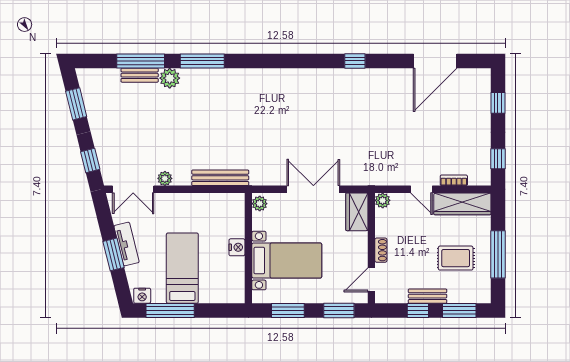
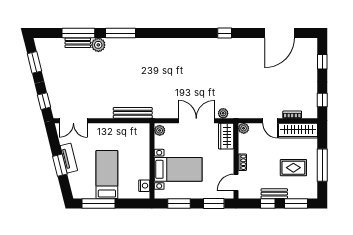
plant: (165, 178) -> (223, 113), moved
nightstand: (237, 247) -> (144, 186), moved
nightstand: (142, 296) -> (79, 193), removed

